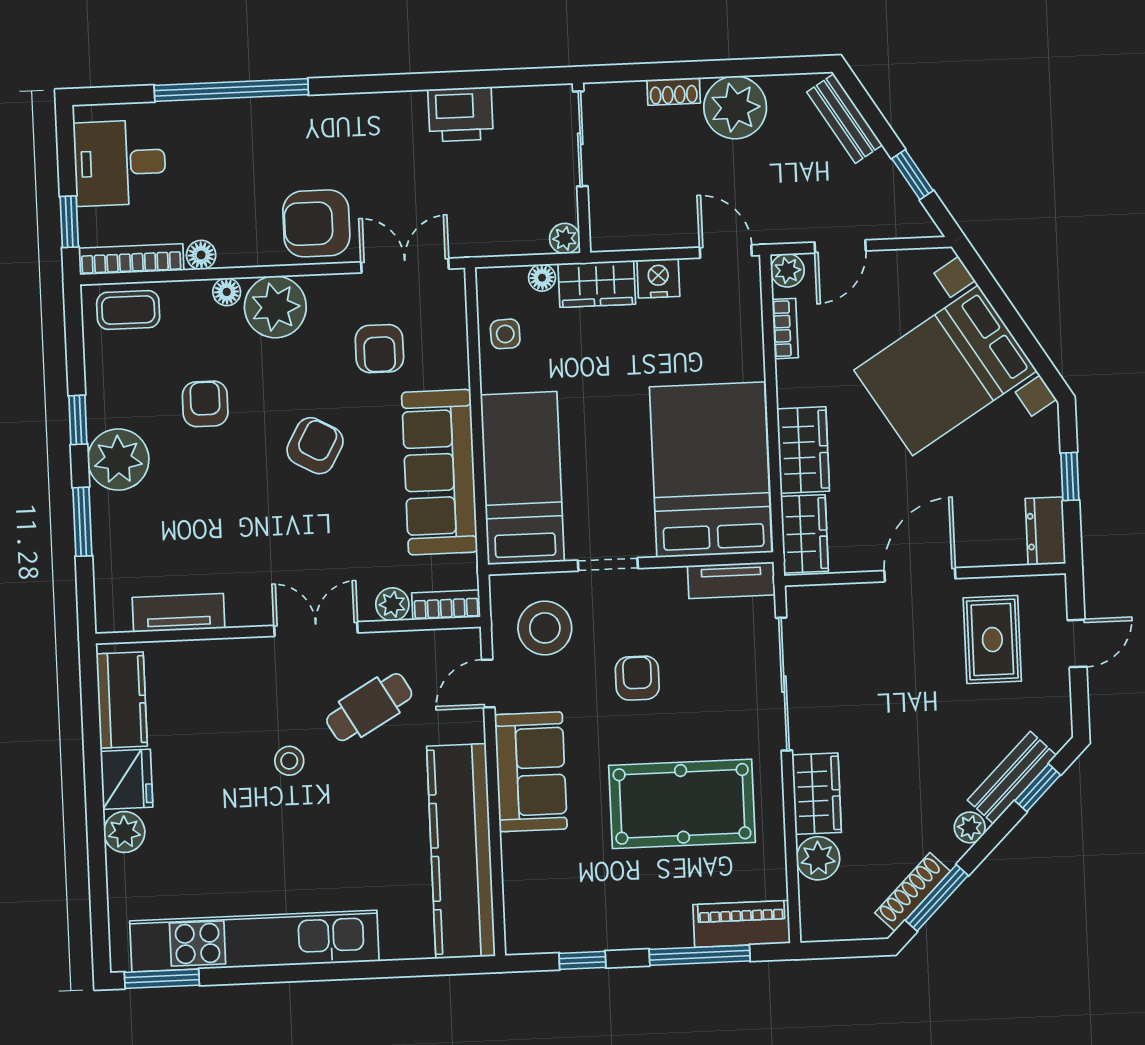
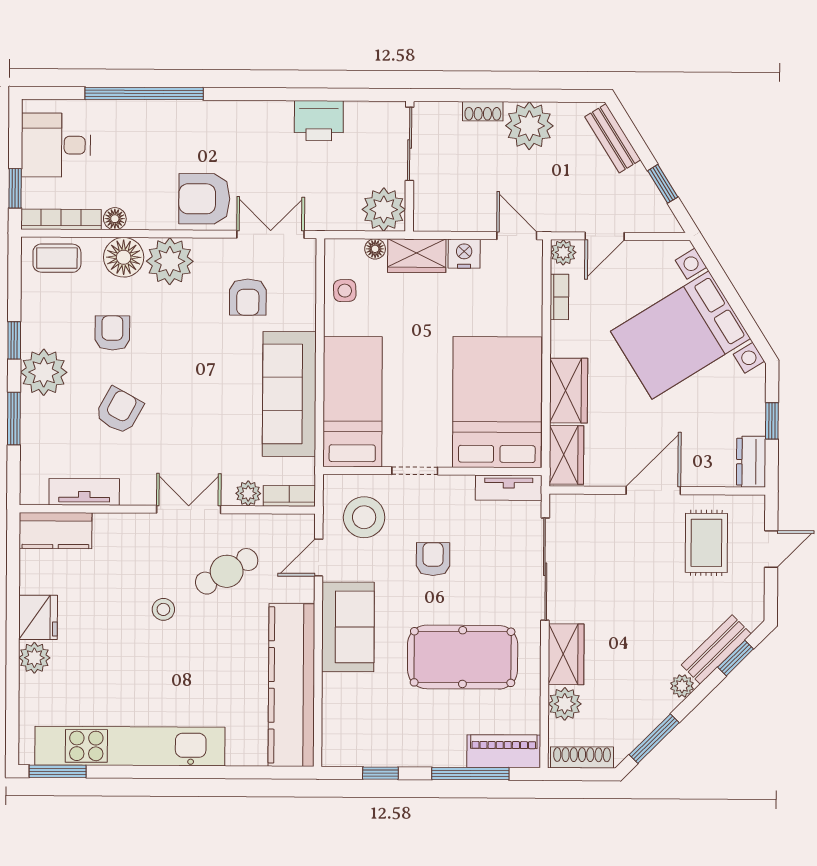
plant: (565, 239) -> (384, 209), width x1.88, depth x1.88
floor lamp: (227, 292) -> (124, 257), width x1.89, depth x1.89
armchair: (315, 446) -> (119, 411), moved
kitchen counter: (122, 700) -> (56, 531), moved, turned 90
shoe rack: (912, 892) -> (582, 757), moved, turned 45

